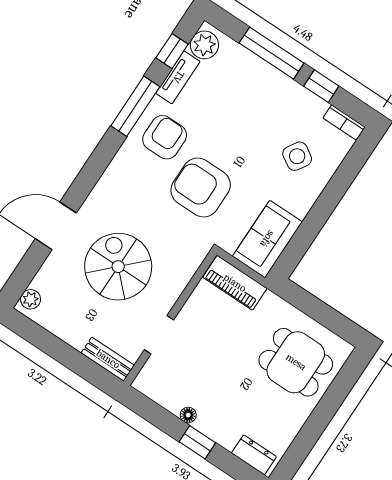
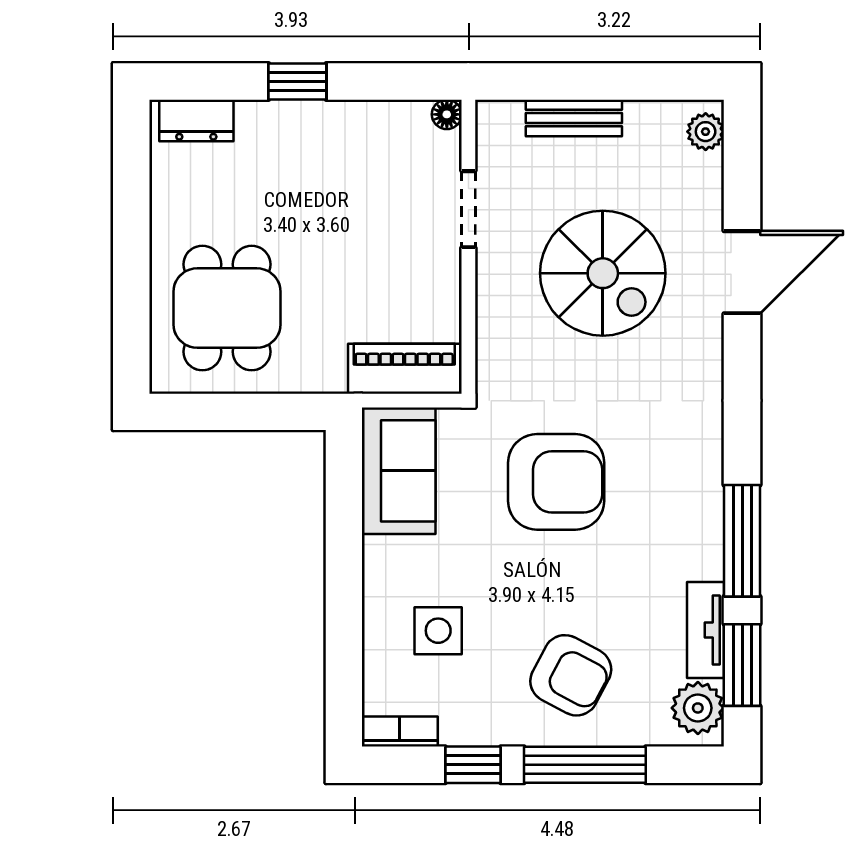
window: (172, 51) -> (742, 665), width x1.50
armchair: (165, 137) -> (571, 675), moved, turned -62
side table: (297, 156) -> (438, 631), turned -32
bench: (108, 359) -> (574, 118), moved
dining table: (296, 362) -> (227, 308), turned 90
floor lamp: (188, 415) -> (447, 114), moved

